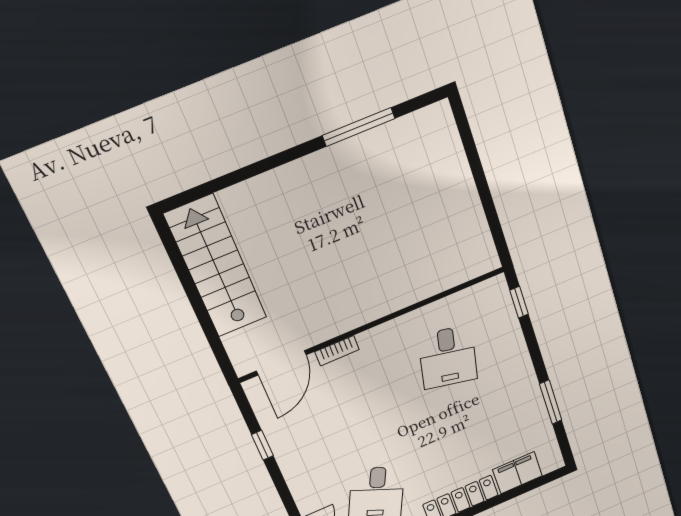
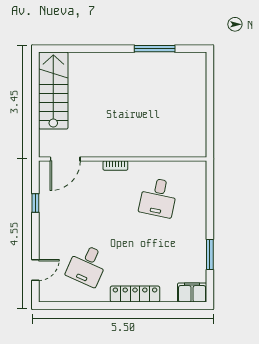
window: (519, 302) -> (210, 183), removed
bookcase: (337, 351) -> (115, 166), moved
filing cabinet: (517, 473) -> (192, 292), moved

